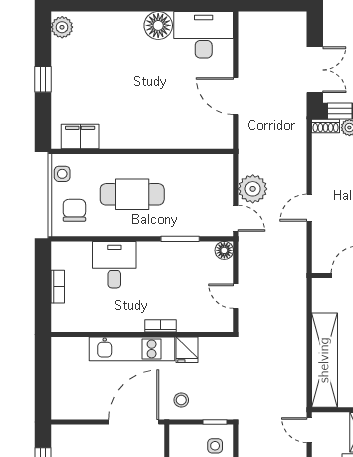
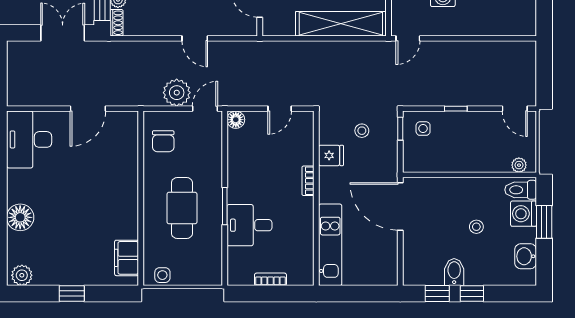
floor lamp: (158, 25) -> (20, 217), moved
chair: (74, 210) -> (163, 141), moved, turned -90
window: (180, 239) -> (225, 206), moved
kitchen unit: (132, 349) -> (330, 245), moved
stool: (181, 400) -> (362, 131), moved

